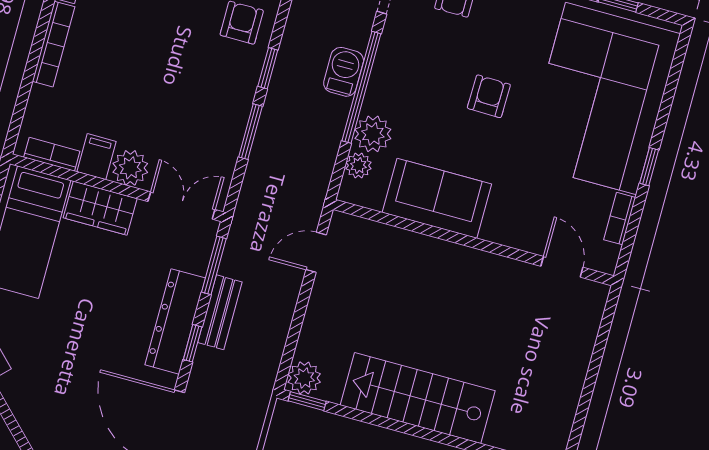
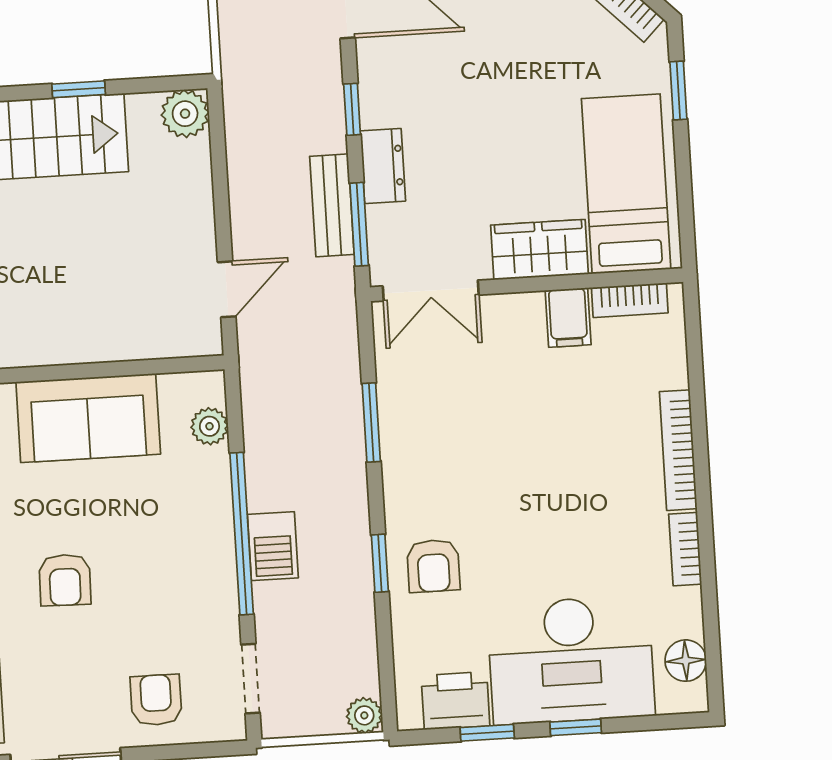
window: (268, 68) -> (380, 563), moved
plant: (373, 134) -> (205, 476), removed
plant: (130, 168) -> (517, 318), removed
bench: (220, 312) -> (332, 205), moved
dresser: (175, 321) -> (383, 166), width x0.51, depth x0.80
window: (307, 401) -> (79, 89), moved

